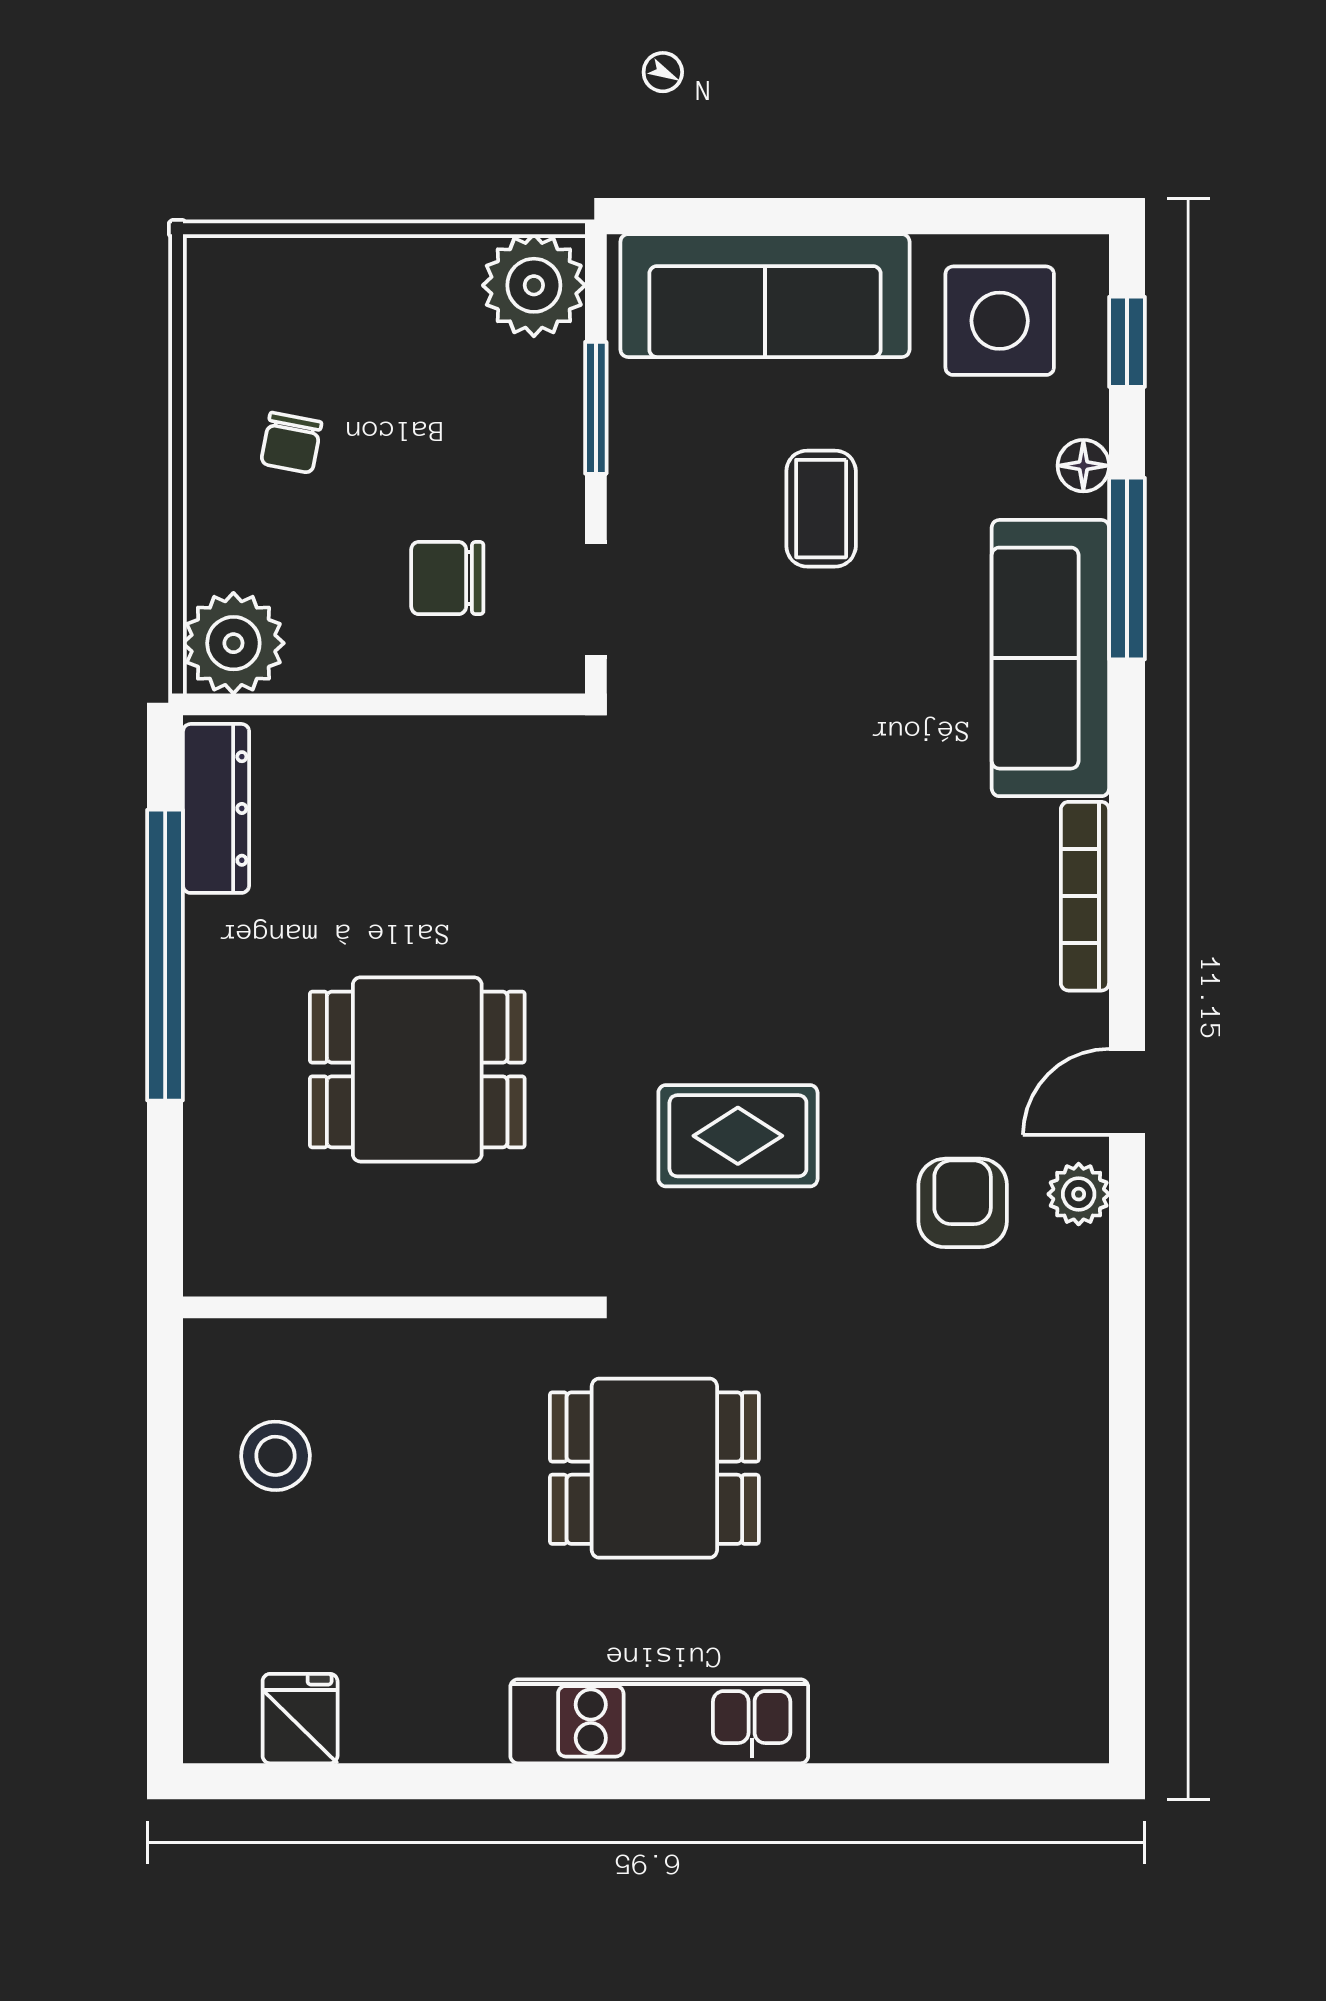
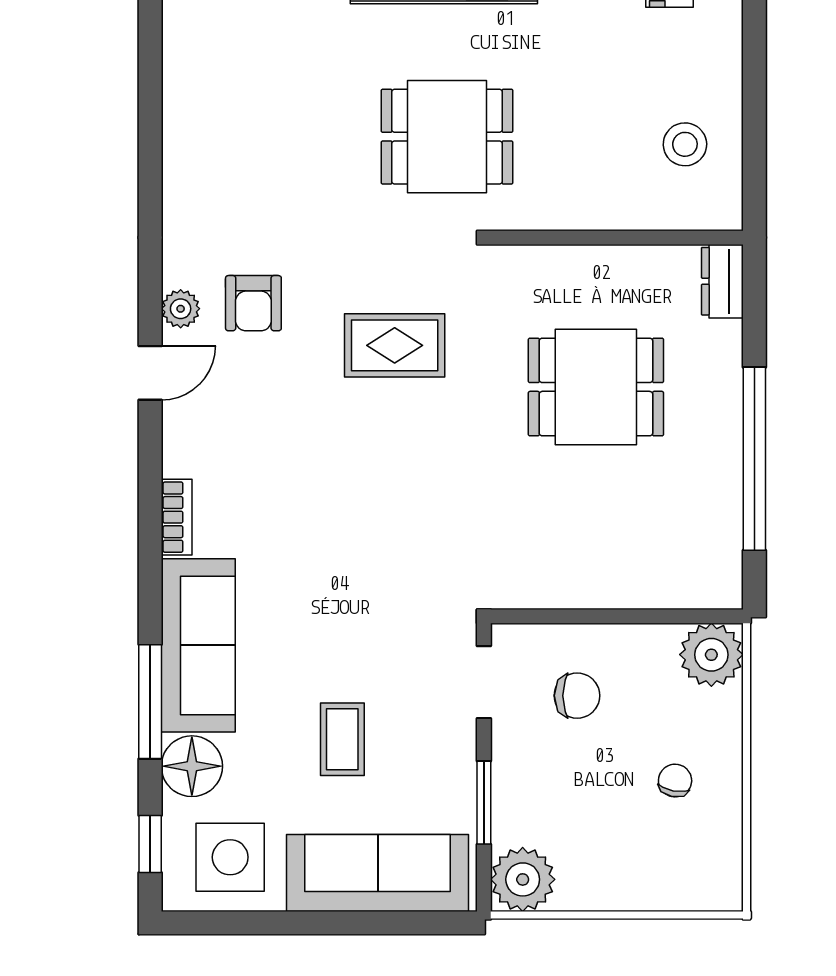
floor lamp: (1083, 466) -> (192, 766), width x1.89, depth x1.89
dresser: (216, 808) -> (722, 281), moved, width x0.70
bookcase: (1085, 896) -> (177, 517), width x0.64

